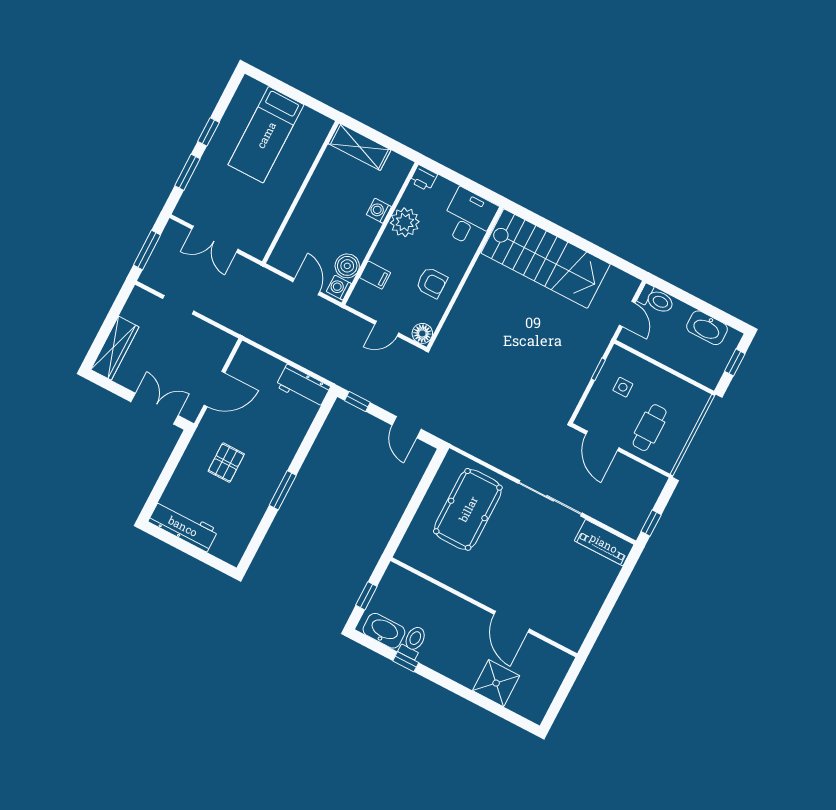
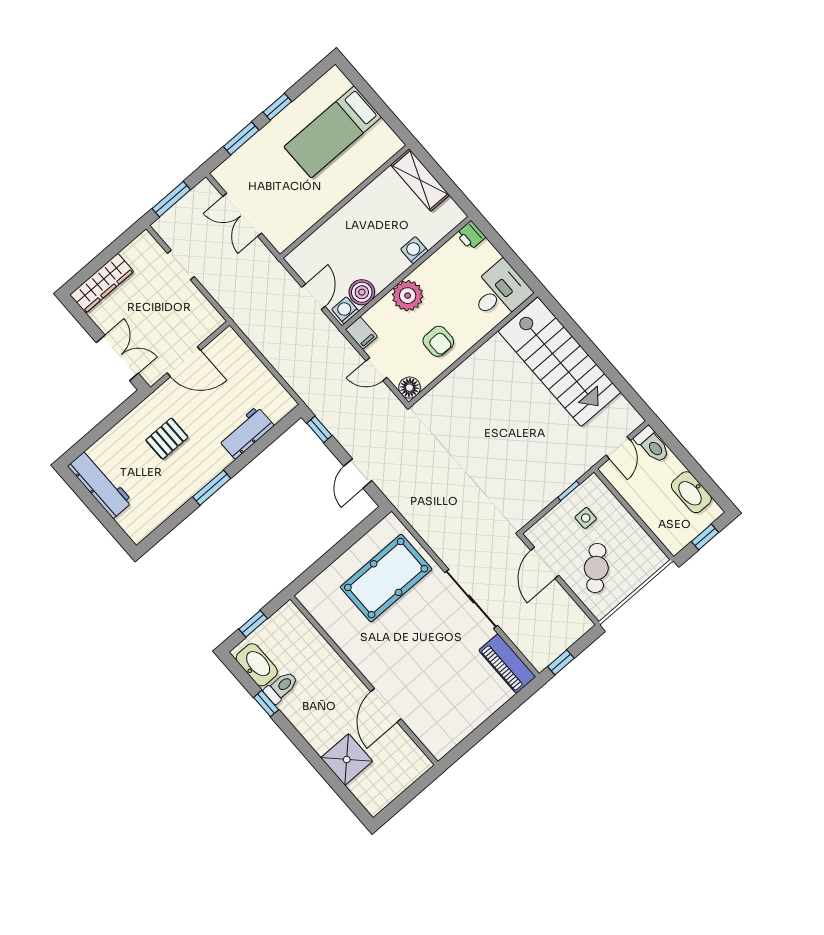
plant: (405, 222) -> (408, 296), moved
filing cabinet: (375, 275) -> (361, 333), moved
workbench: (303, 386) -> (246, 433), moved, turned 90
cafe table: (650, 428) -> (596, 568), turned -45

